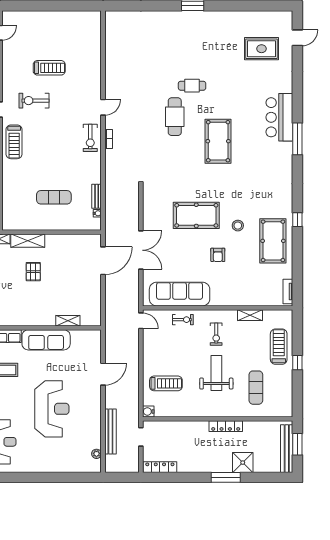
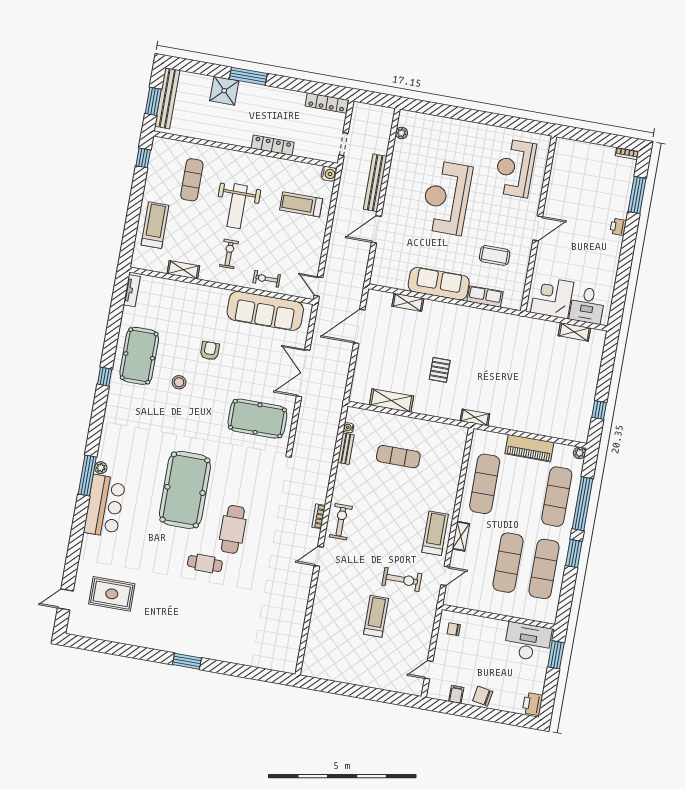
treadmill: (49, 68) -> (376, 616), turned 90
pool table: (218, 141) -> (185, 490), width x1.36, depth x1.32
plant: (288, 147) -> (101, 468), added
pool table: (196, 215) -> (257, 419), moved
shelving: (28, 241) -> (391, 401), moved
door: (103, 261) -> (359, 326), moved
treadmill: (279, 347) -> (155, 225), turned 180
window: (297, 363) -> (143, 158), moved
locker: (226, 426) -> (273, 145), moved
bench: (110, 431) -> (375, 183), moved

